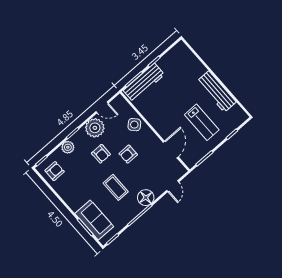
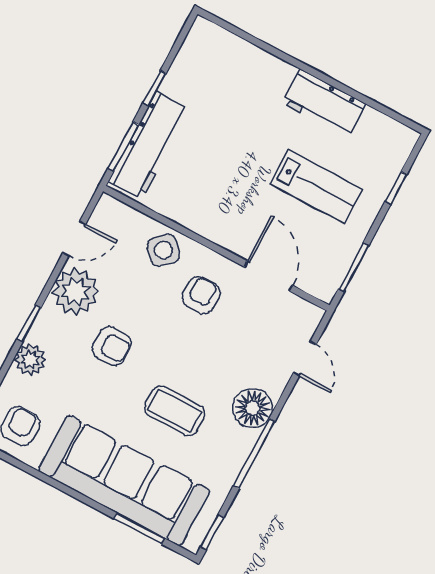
workbench: (217, 92) -> (324, 103), width x0.73
armchair: (128, 154) -> (201, 295), moved, turned 180
sofa: (94, 220) -> (124, 481), width x1.85, depth x1.27

